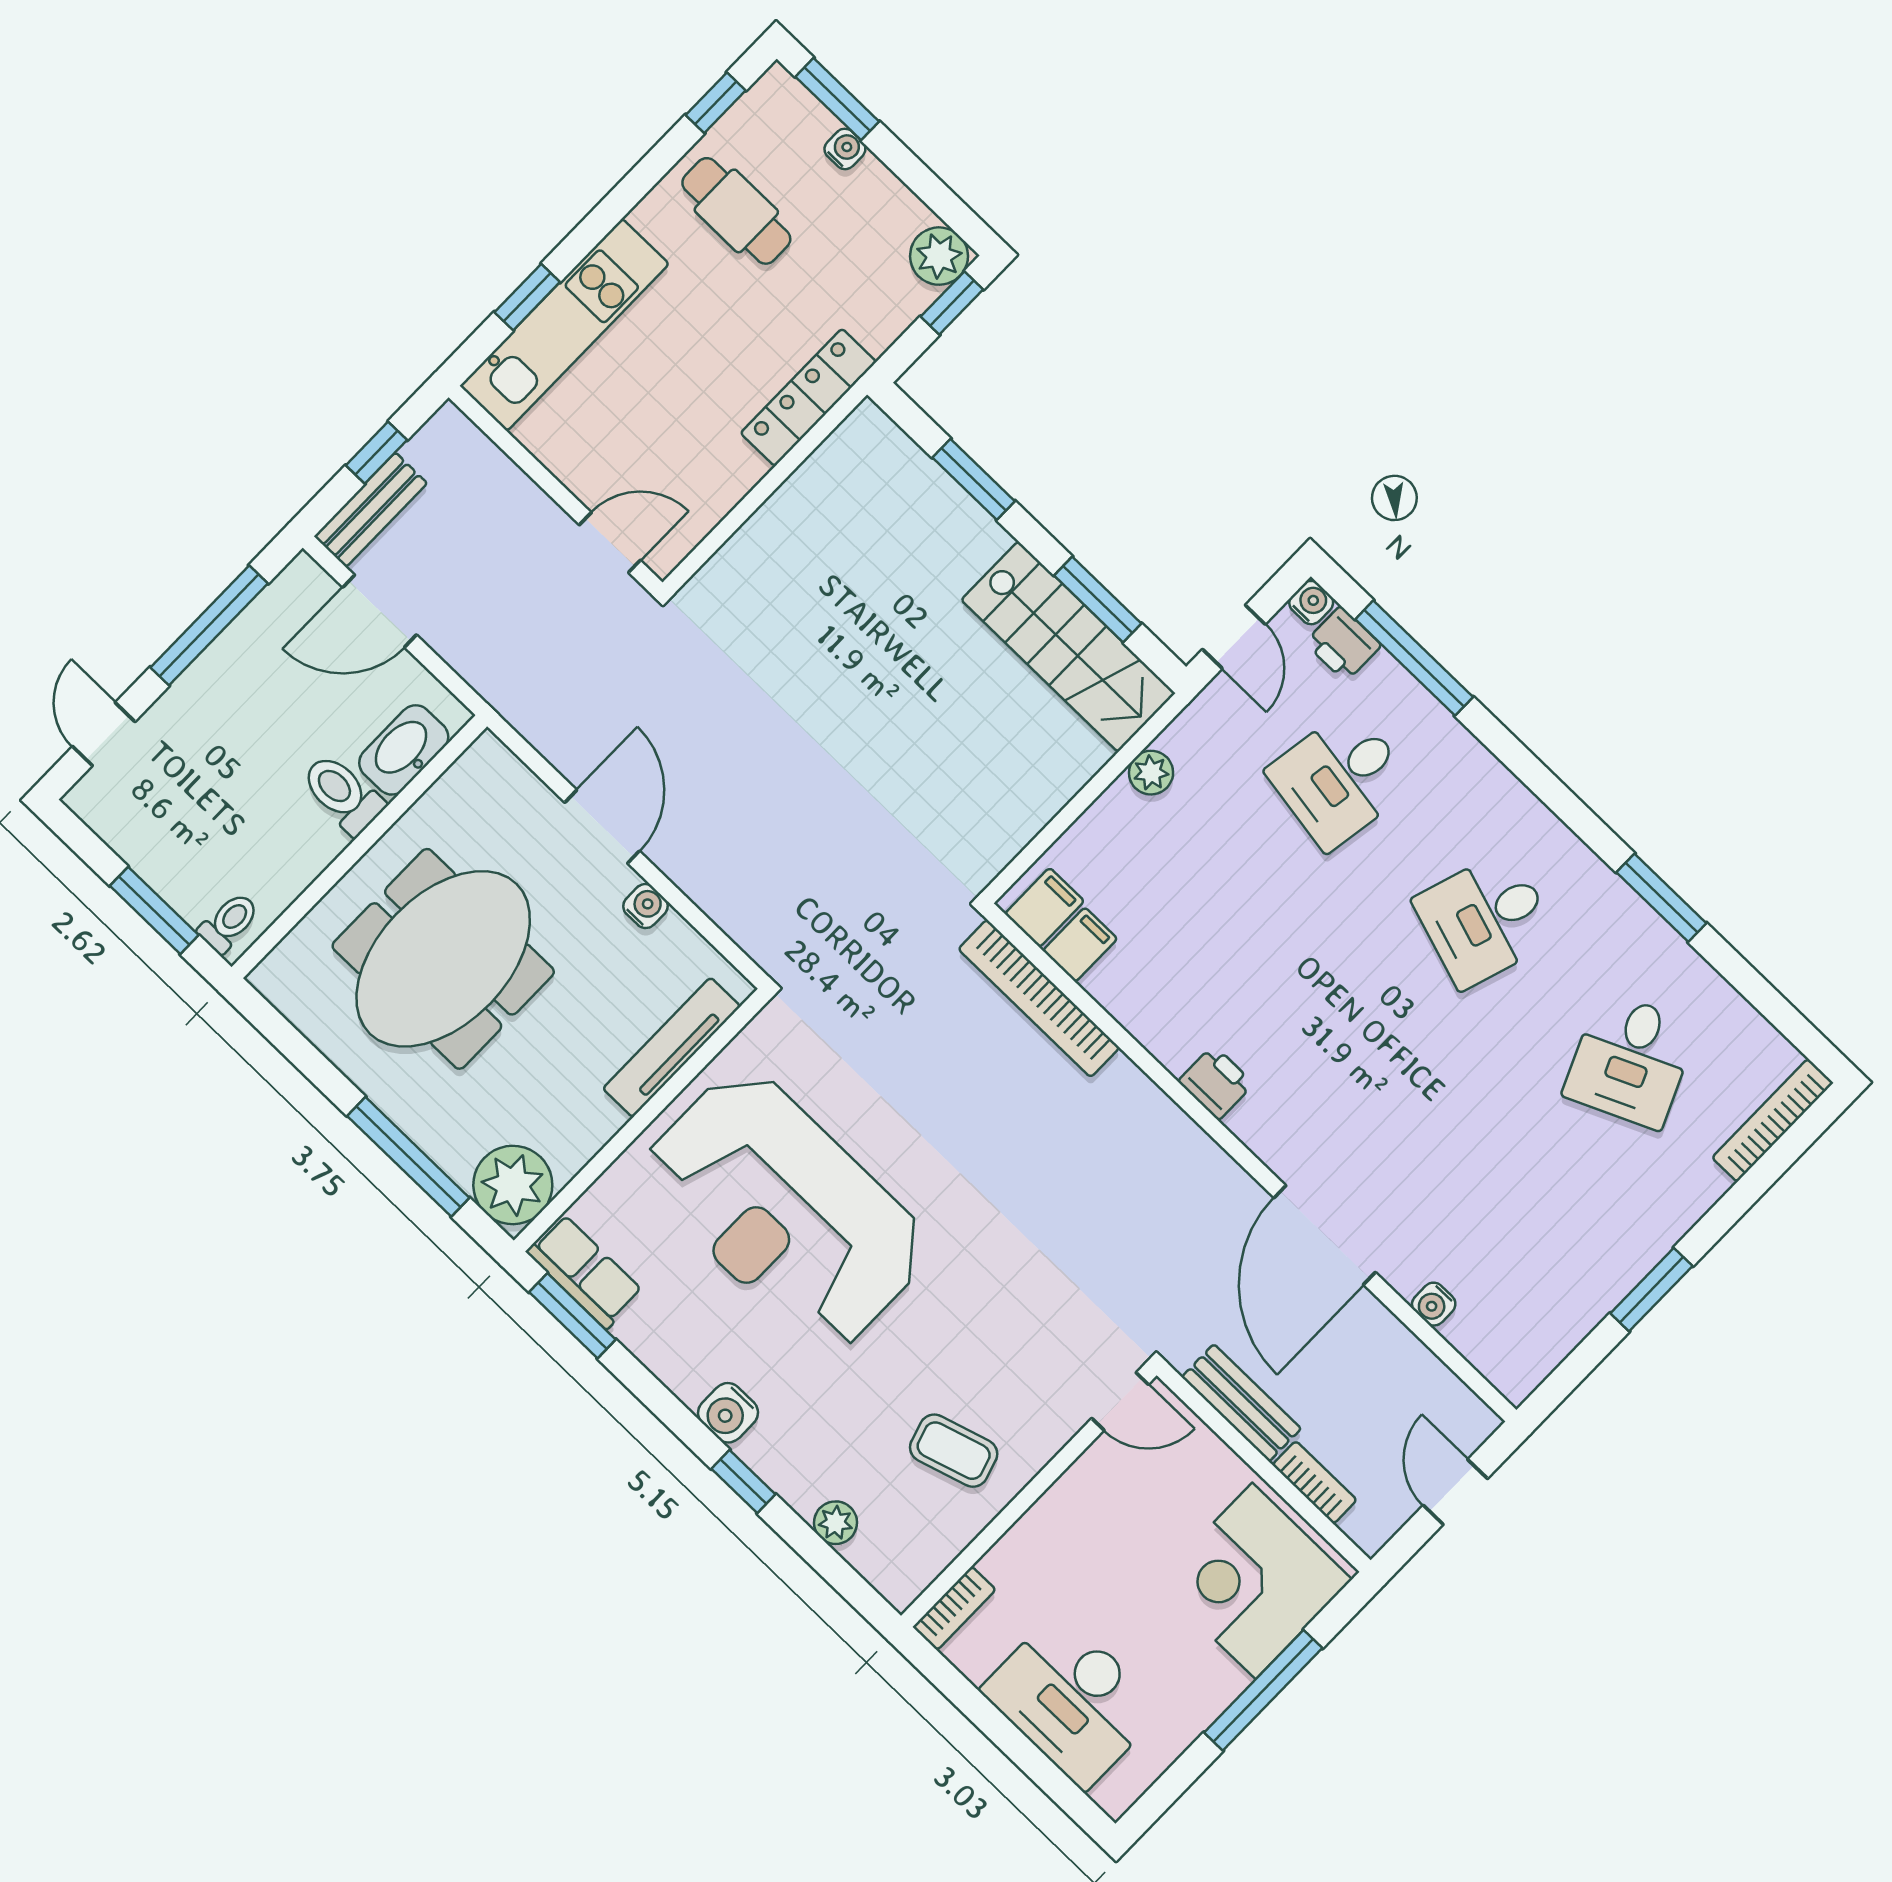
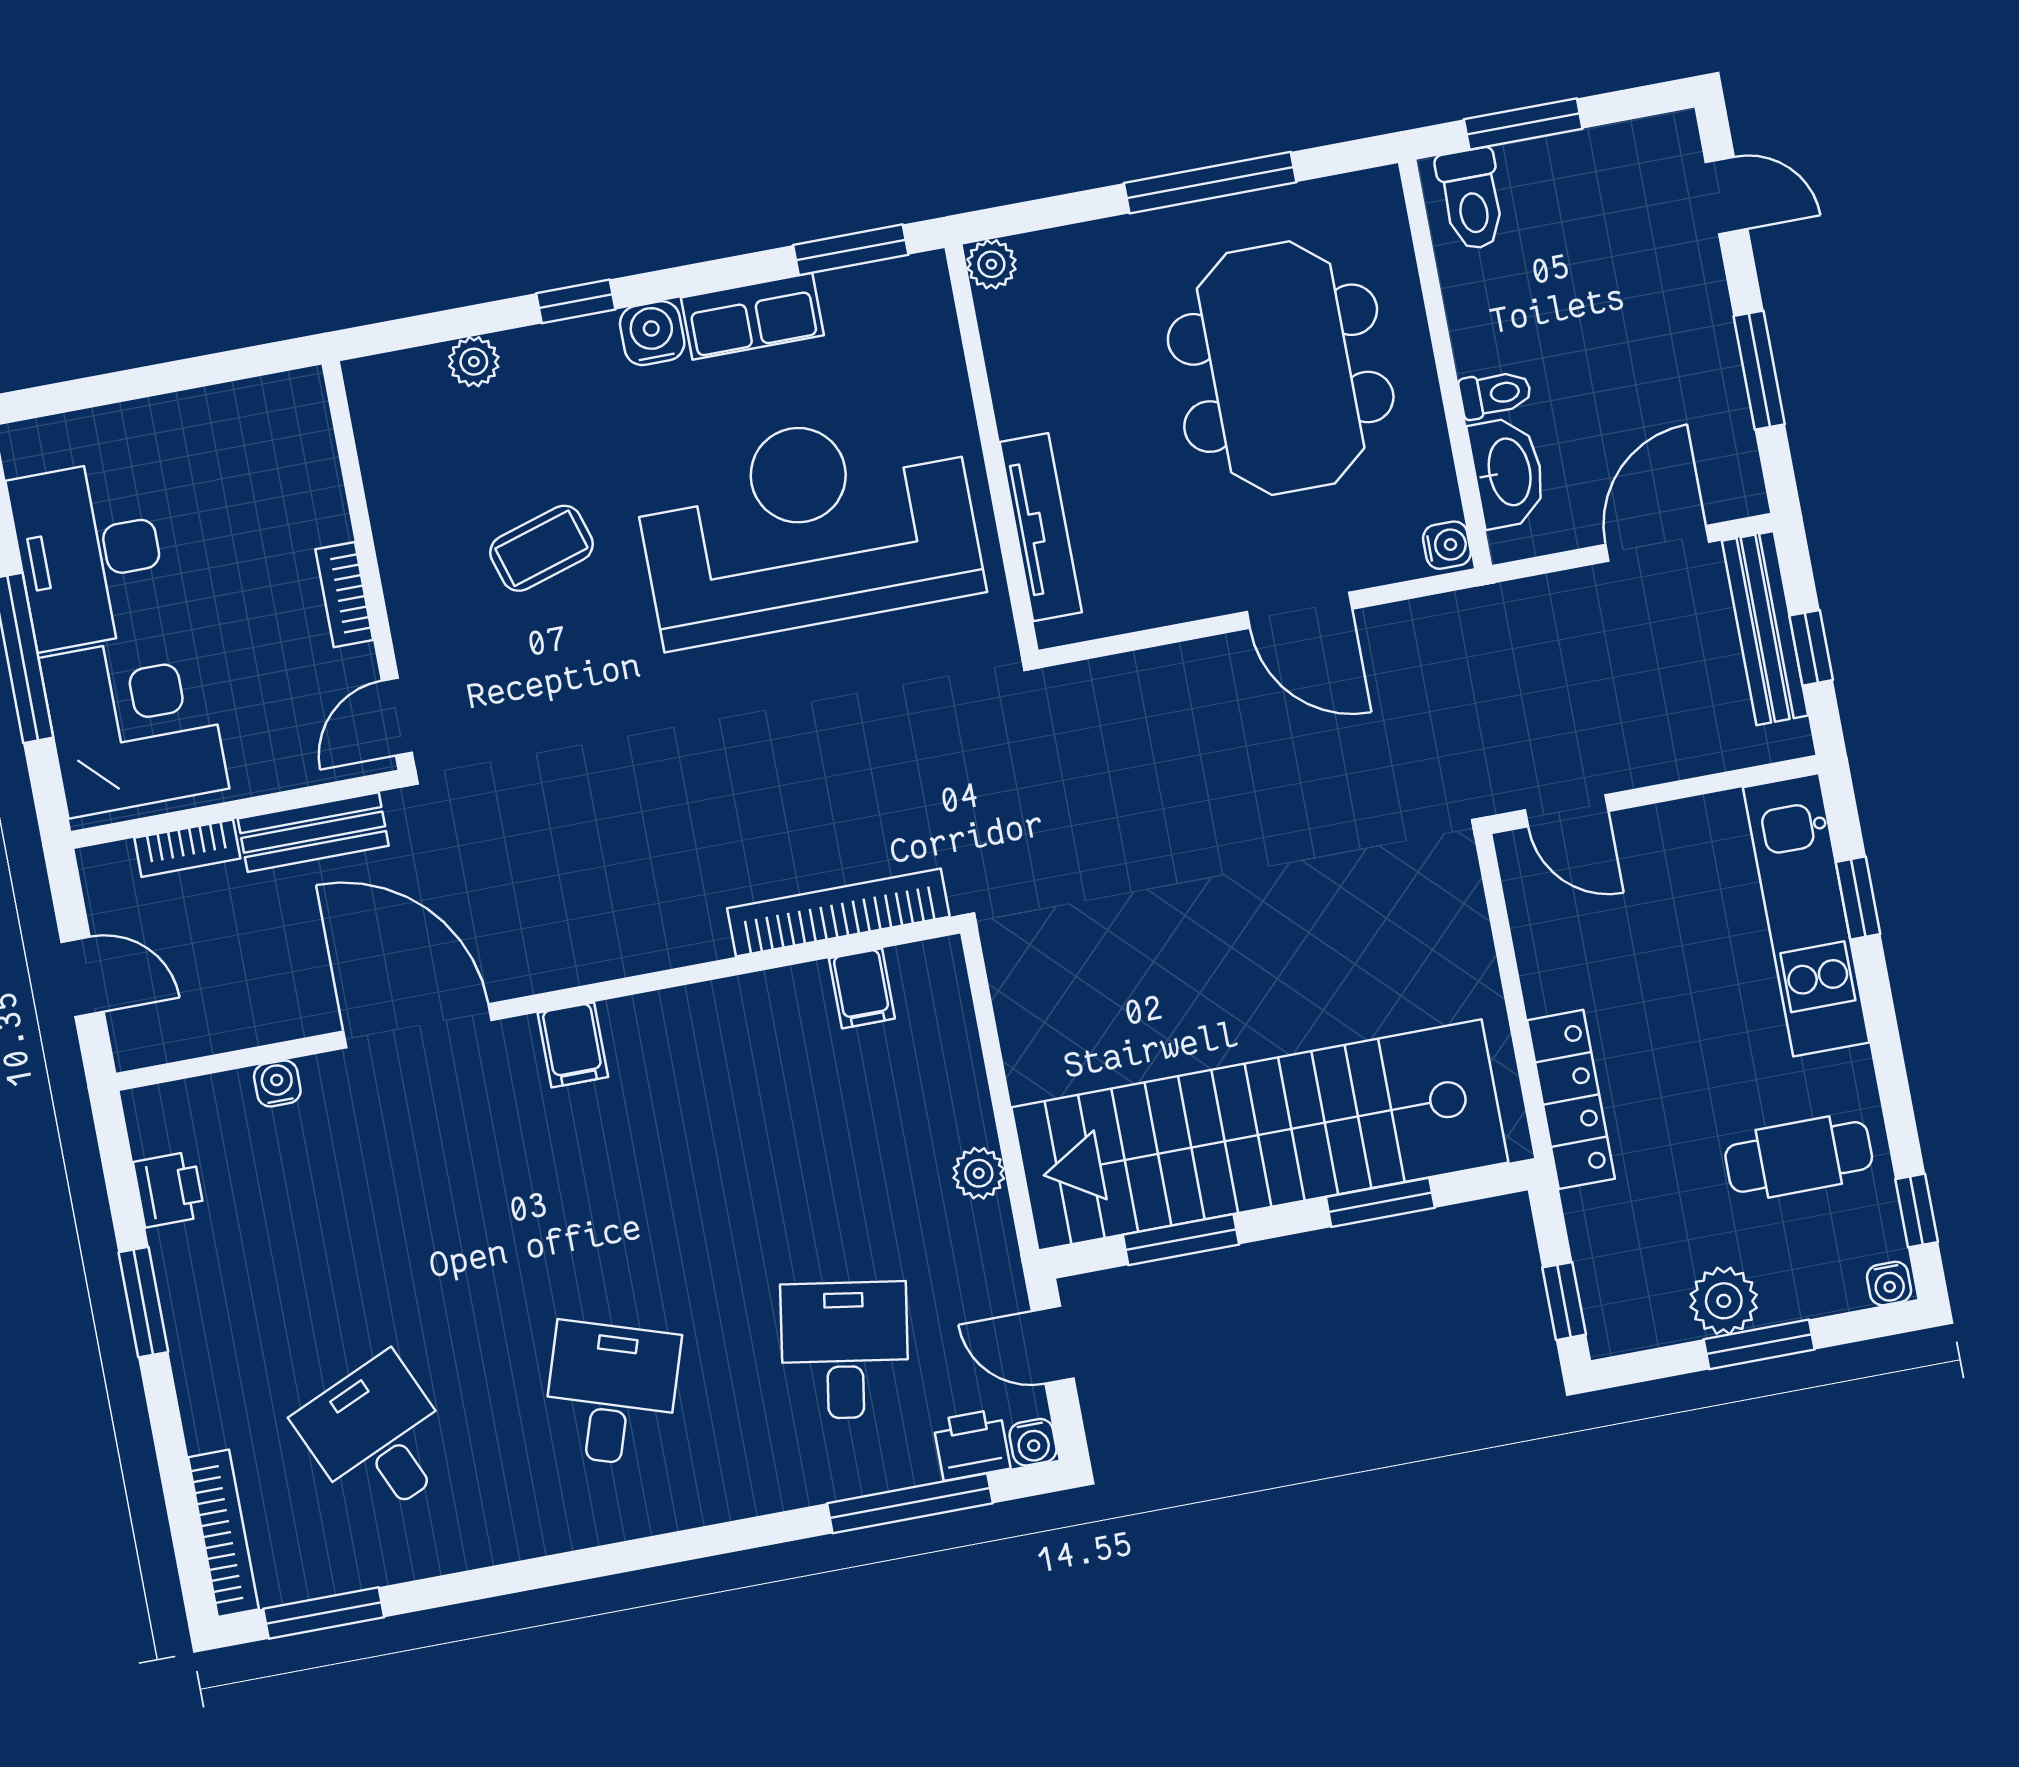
window: (837, 99) -> (1759, 1344), moved
water cooler: (845, 149) -> (1889, 1284), moved
plant: (939, 256) -> (1724, 1301), moved
bench: (371, 510) -> (1765, 628), width x1.36
door: (610, 543) -> (1567, 811), hinge flipped
window: (209, 625) -> (1759, 370), width x0.69
stairs: (1068, 647) -> (1260, 1135), width x1.86, depth x1.51
toilet: (343, 794) -> (1495, 394), width x0.73, depth x0.72
window: (1661, 898) -> (324, 1613), moved
water cooler: (645, 906) -> (1447, 545), moved, turned -90
filing cabinet: (1044, 907) -> (573, 1045), moved
toilet: (229, 923) -> (1471, 199), width x1.37, depth x1.39
printer: (1216, 1083) -> (169, 1189), moved, turned -90
window: (408, 1157) -> (1210, 183), moved
plant: (513, 1185) -> (991, 264), width x0.53, depth x0.53
row of seats: (585, 1272) -> (752, 316), moved
coffee table: (954, 1451) -> (542, 548), moved
bookcase: (954, 1608) -> (344, 595), moved
desk: (1072, 1700) -> (89, 554), moved, turned -90

